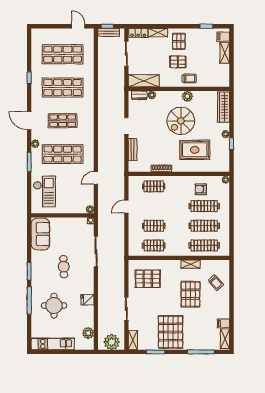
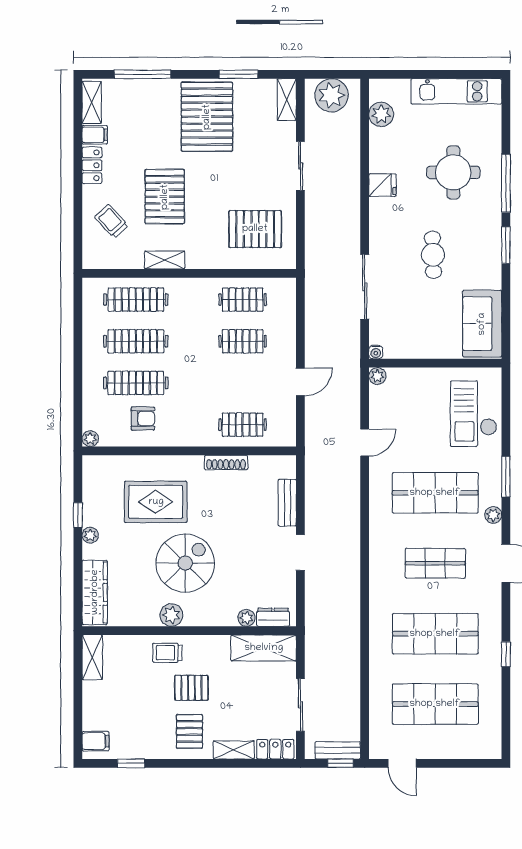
shelving: (225, 53) -> (92, 657), moved
locker: (225, 309) -> (92, 165), added

